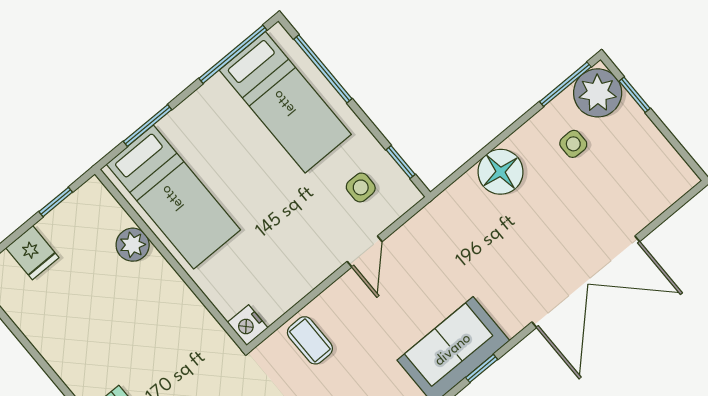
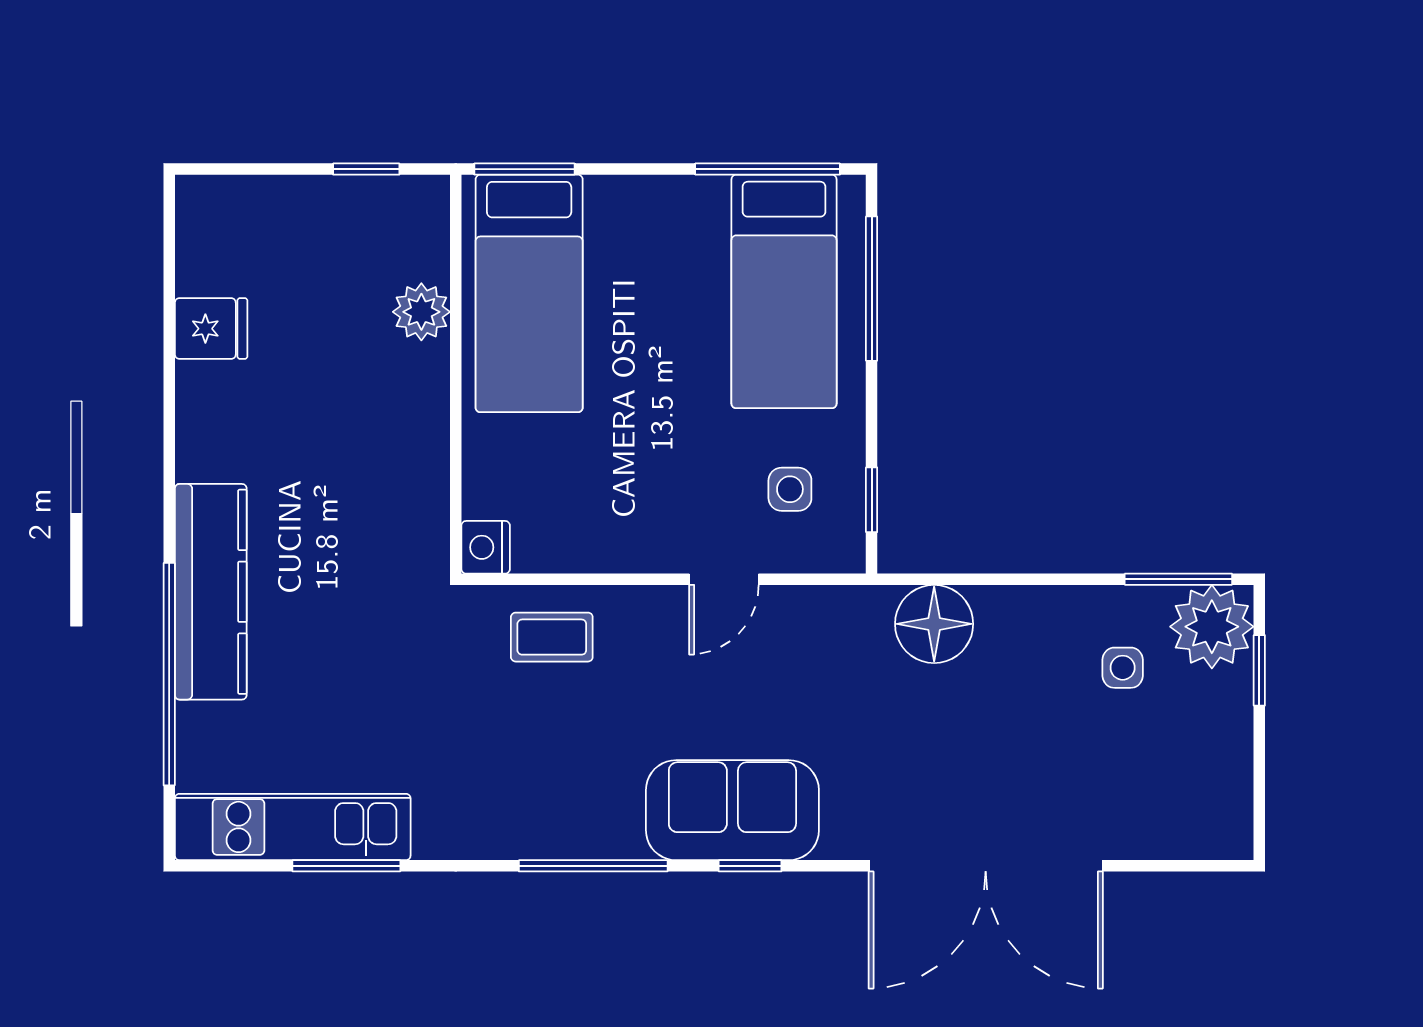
window: (147, 125) -> (524, 169), moved
floor lamp: (500, 172) -> (934, 624), moved
fridge: (32, 253) -> (211, 329), moved, turned -90
coffee table: (310, 340) -> (552, 637), turned 90

